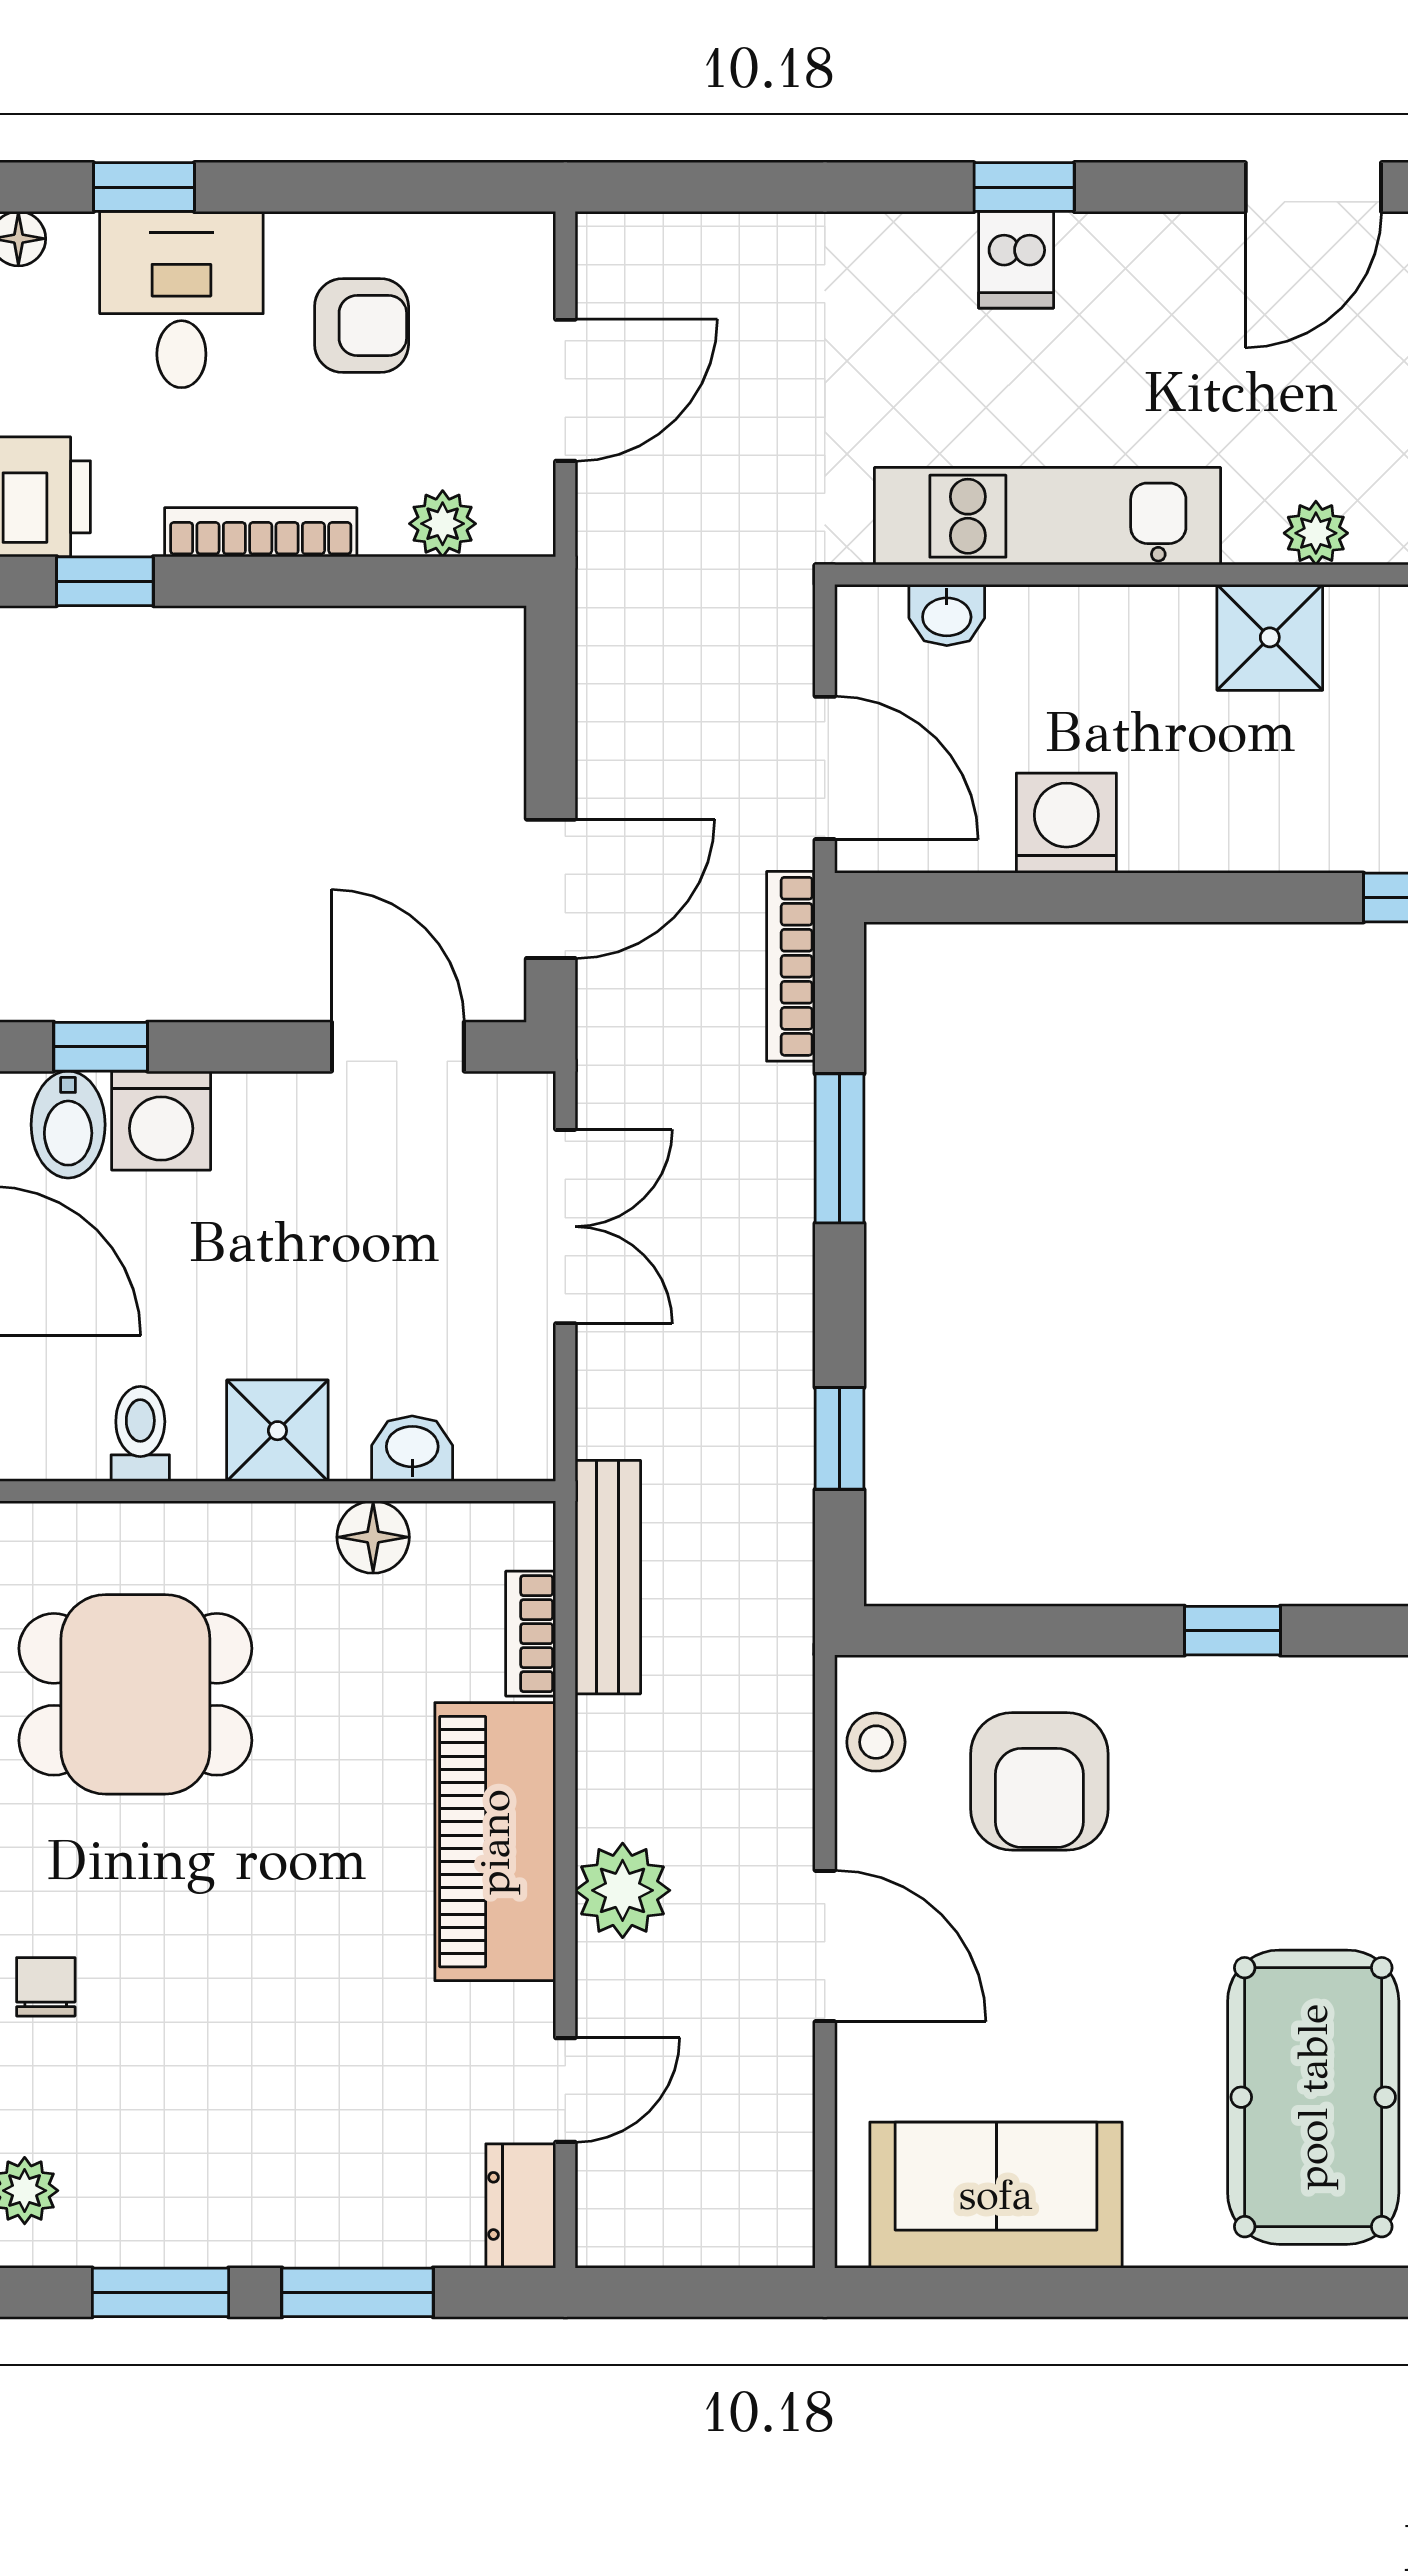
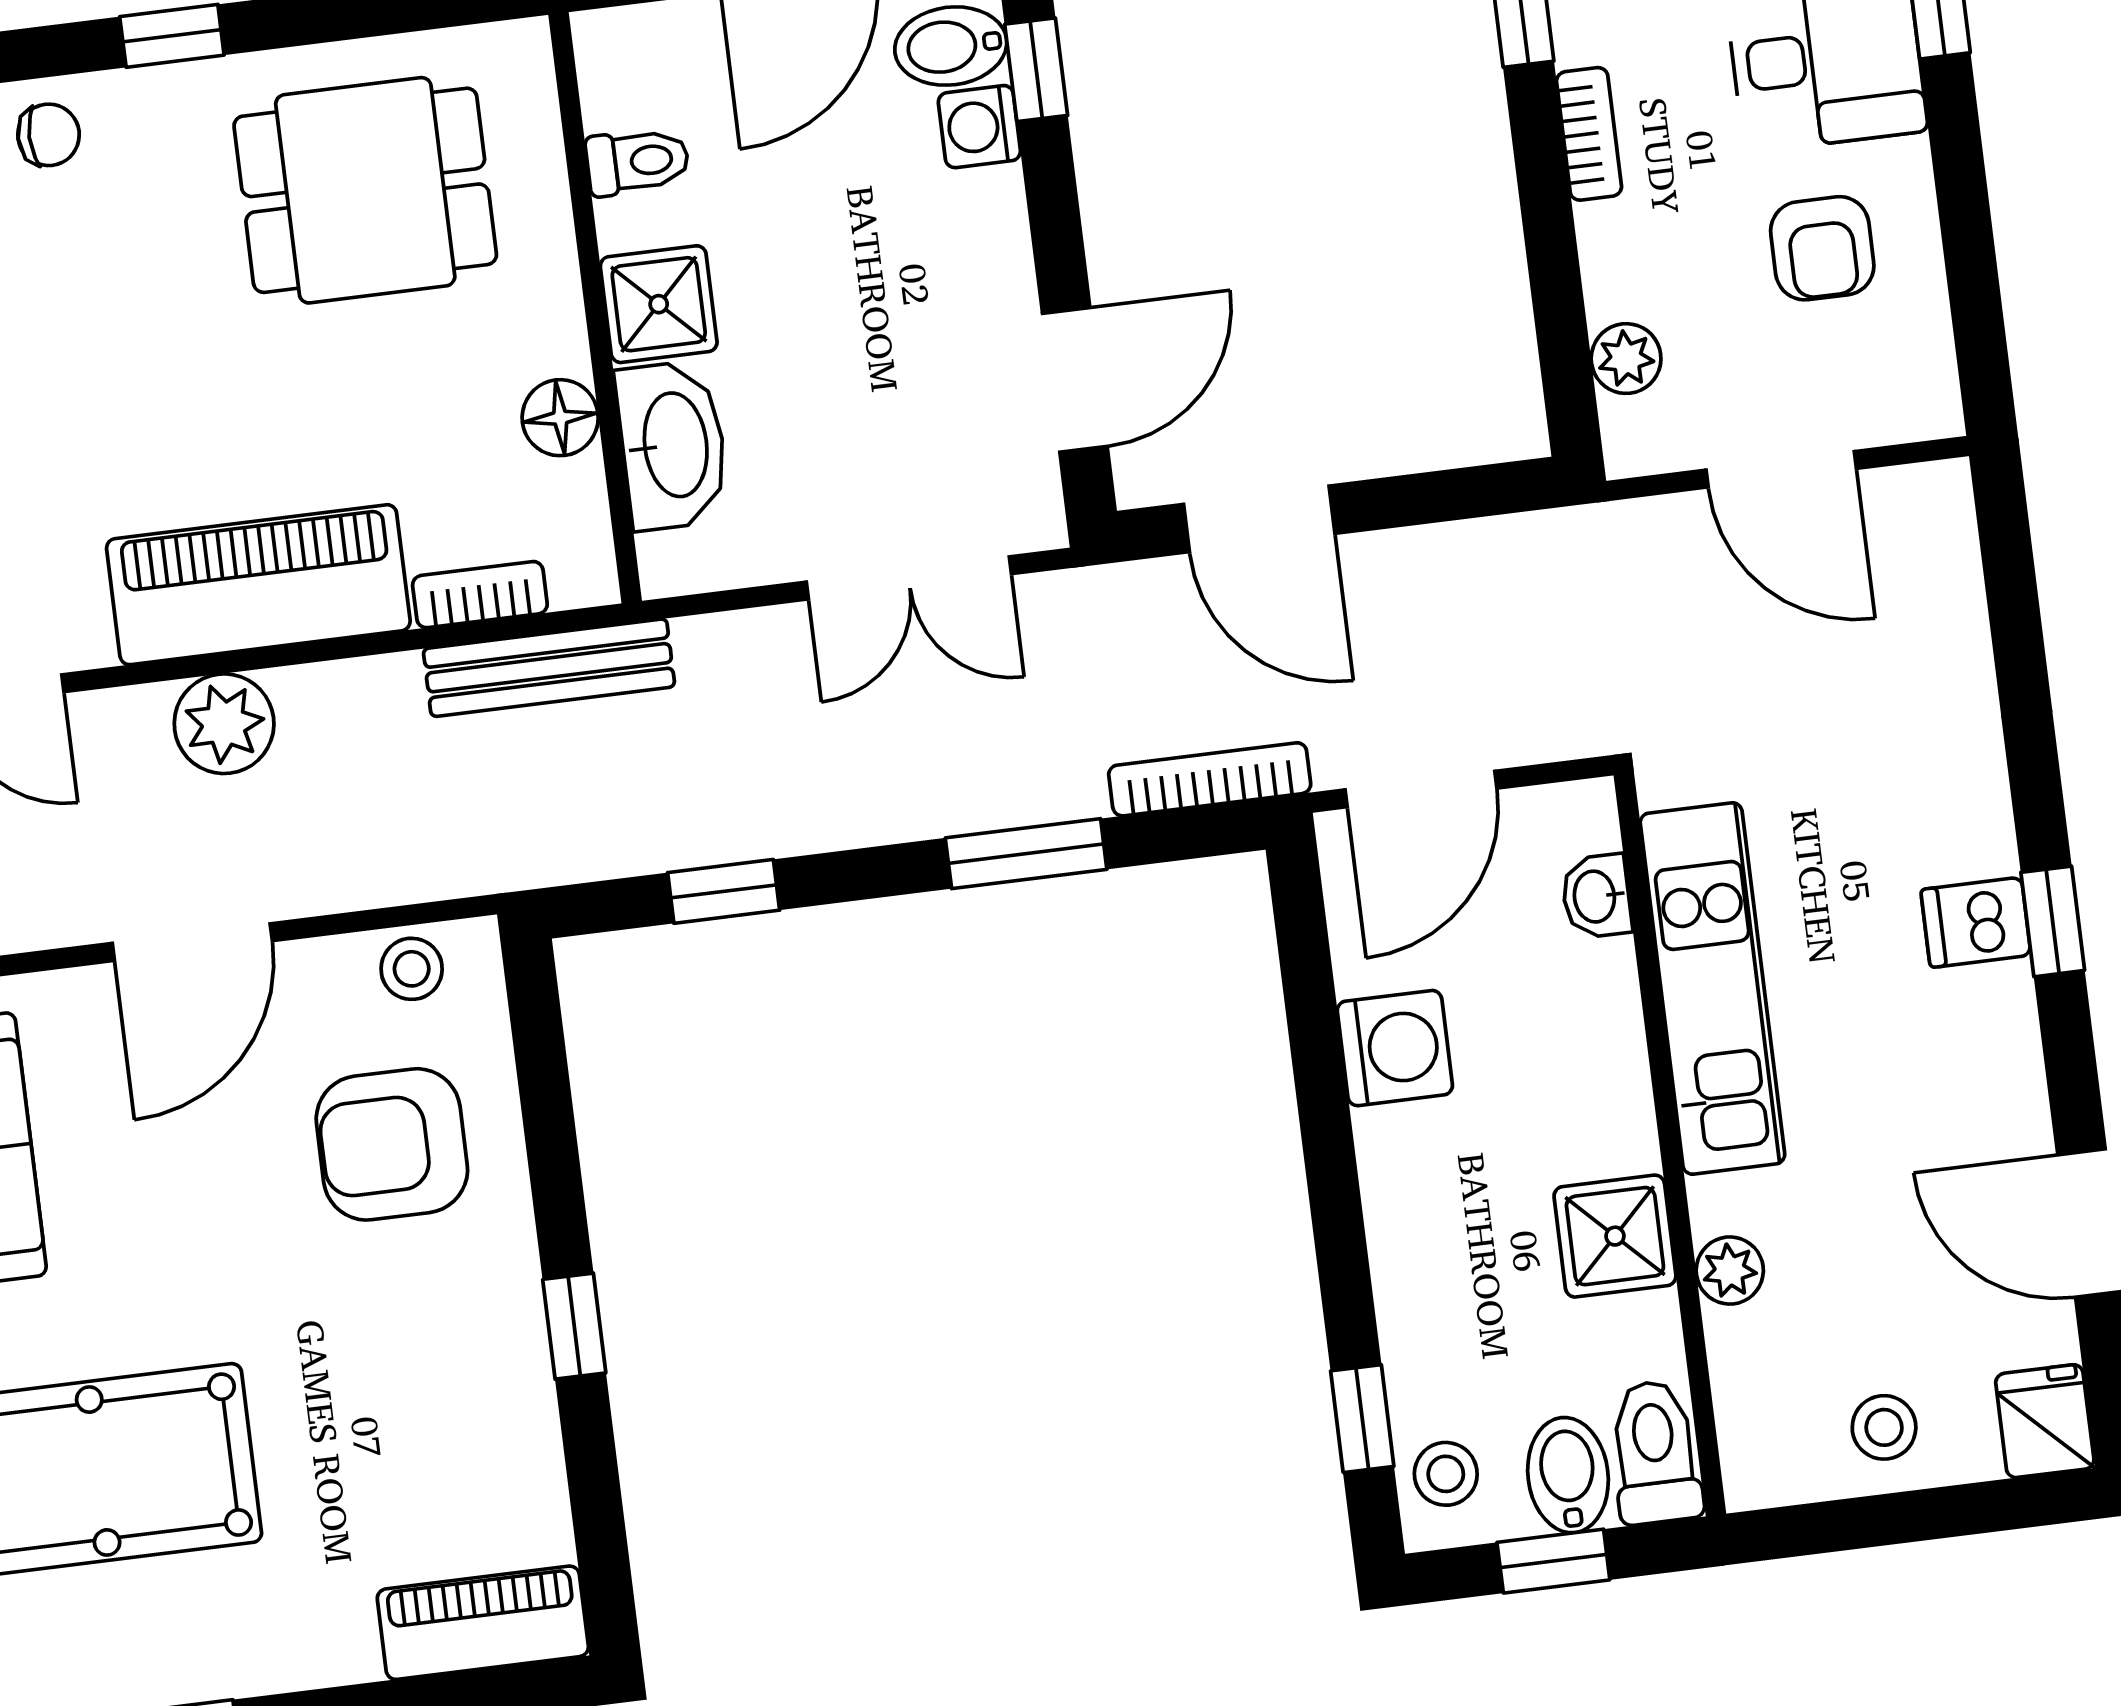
bookcase: (261, 532) -> (1589, 134), width x0.64
washing machine: (161, 1121) -> (979, 127), width x0.73, depth x0.73
washbasin: (412, 1449) -> (673, 445), width x1.91, depth x1.45
dining table: (135, 1694) -> (365, 190), turned 90

